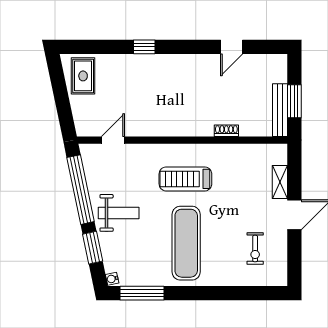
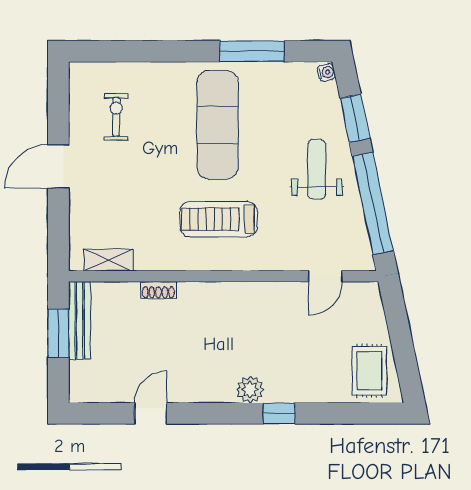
plant: (164, 63) -> (250, 389), added
treadmill: (185, 179) -> (219, 219), turned 180
shelving: (280, 182) -> (109, 260), moved, turned 90
weight bench: (119, 213) -> (317, 169), turned 90
window: (142, 293) -> (252, 51), moved

